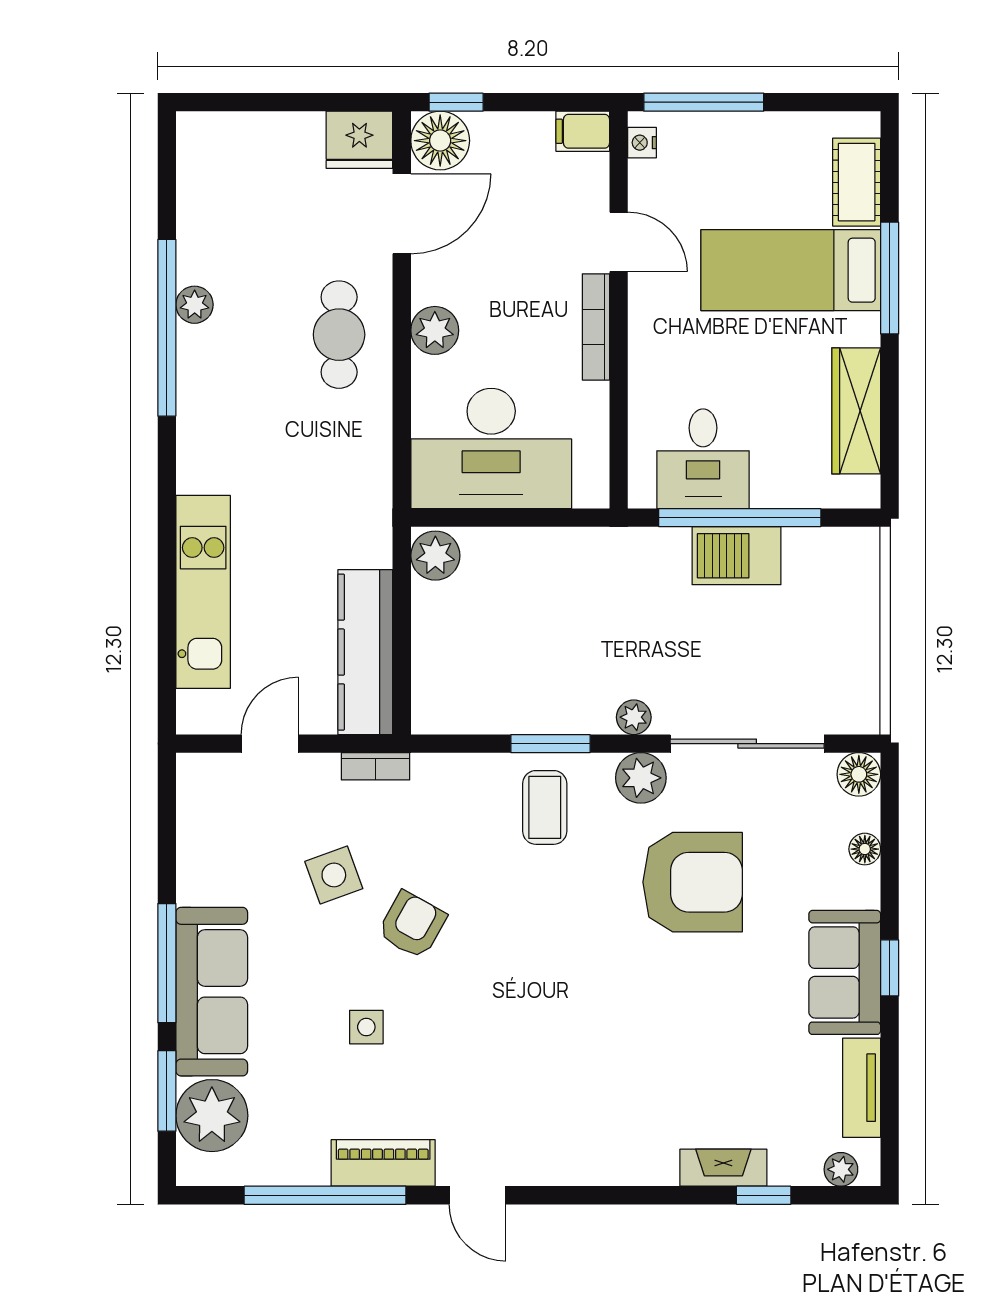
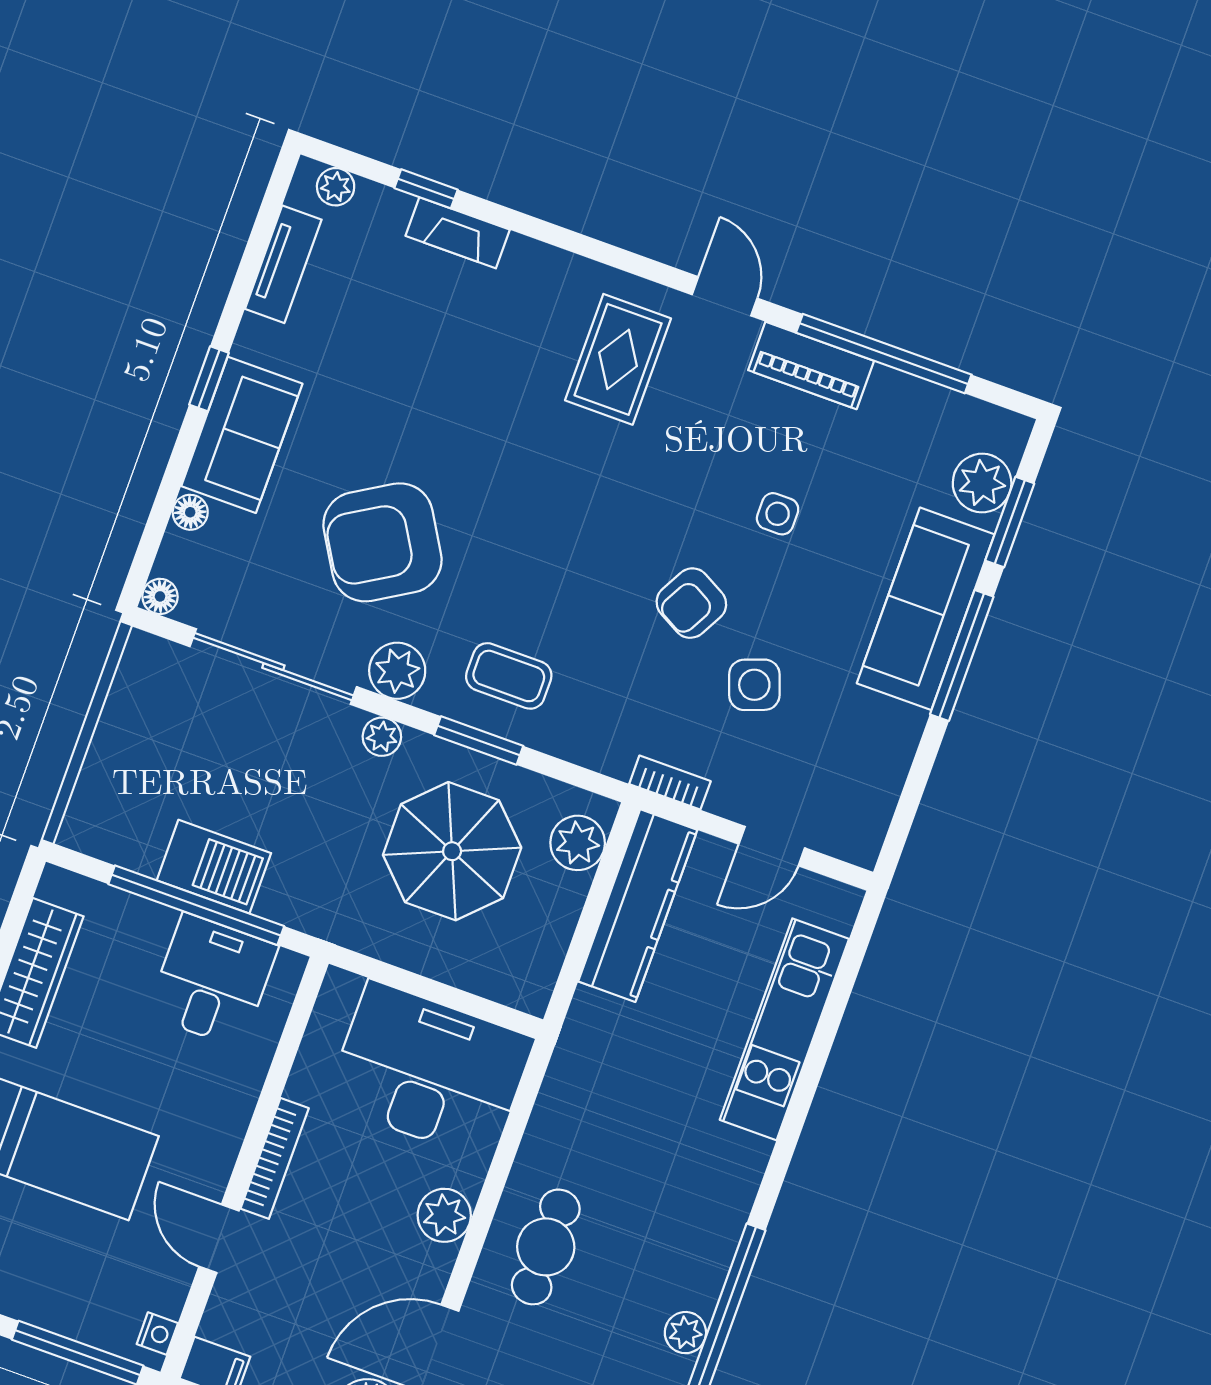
plant: (435, 556) -> (578, 843), moved
parasol: (539, 642) -> (452, 851), added
floor lamp: (859, 774) -> (160, 596), width x0.73, depth x0.73
coffee table: (545, 807) -> (509, 676), turned 90
armchair: (693, 882) -> (382, 542), turned -31
sofa: (845, 972) -> (242, 435), moved
rug: (549, 1109) -> (618, 359), added
plant: (212, 1116) -> (982, 483), width x0.73, depth x0.73

